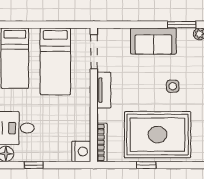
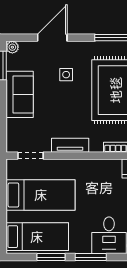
doorway: (94, 52) -> (31, 156), width x0.73

